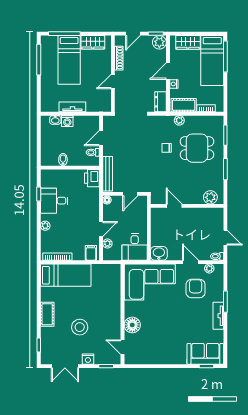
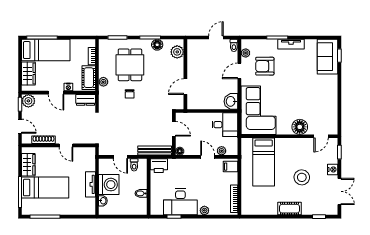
washing machine: (67, 121) -> (109, 185), width x1.89, depth x1.89
floor lamp: (218, 176) -> (157, 45), added
desk: (54, 201) -> (180, 202), width x1.37
bed: (66, 275) -> (264, 162), moved, turned 180

